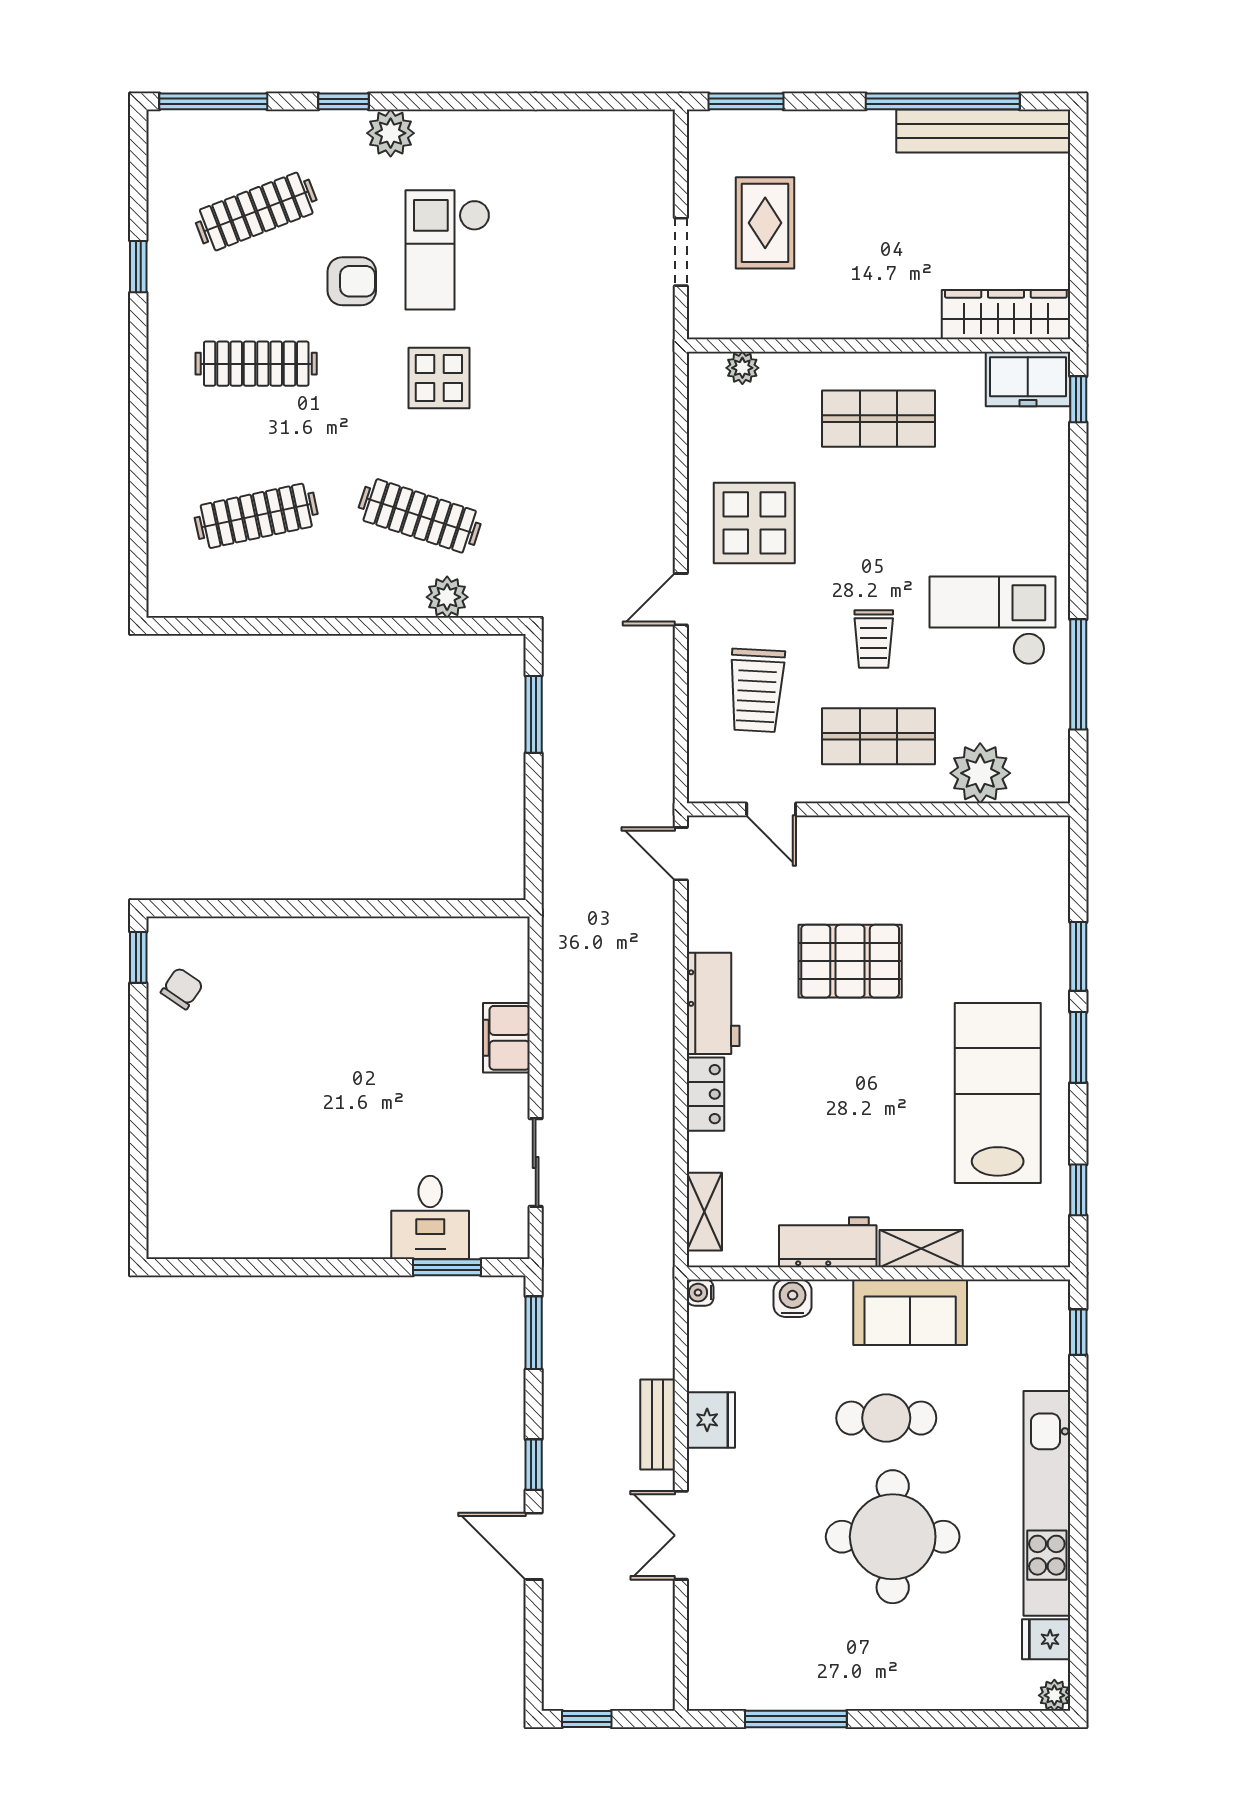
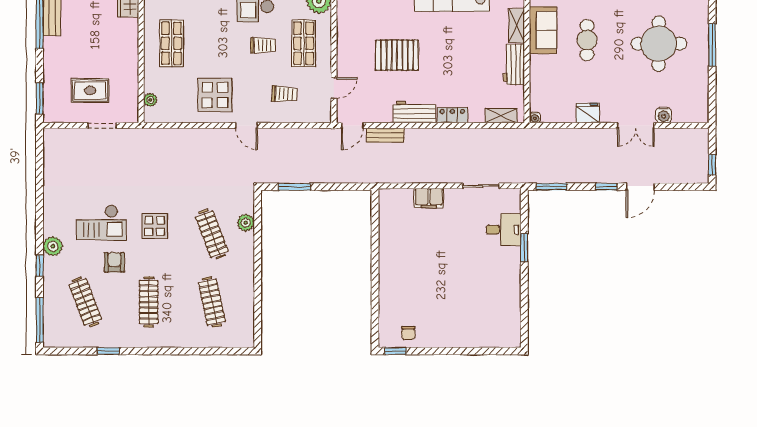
clothes rail: (420, 516) -> (212, 234), turned -39
trolley: (757, 690) -> (284, 94), width x0.73, depth x0.72
pallet: (850, 961) -> (397, 55), turned 90
chair: (182, 988) -> (408, 333), turned -124
window: (447, 1267) -> (524, 248), moved
water cooler: (793, 1298) -> (664, 115), moved, turned -90
bench: (658, 1424) -> (385, 135), moved
round table: (893, 1537) -> (659, 44), moved
window: (796, 1719) -> (712, 45), moved

